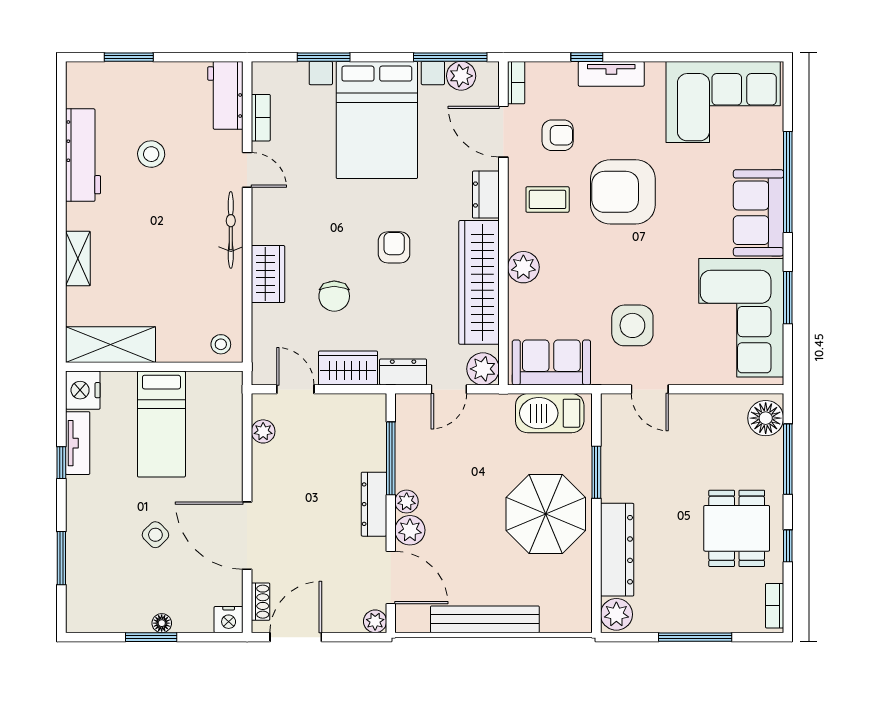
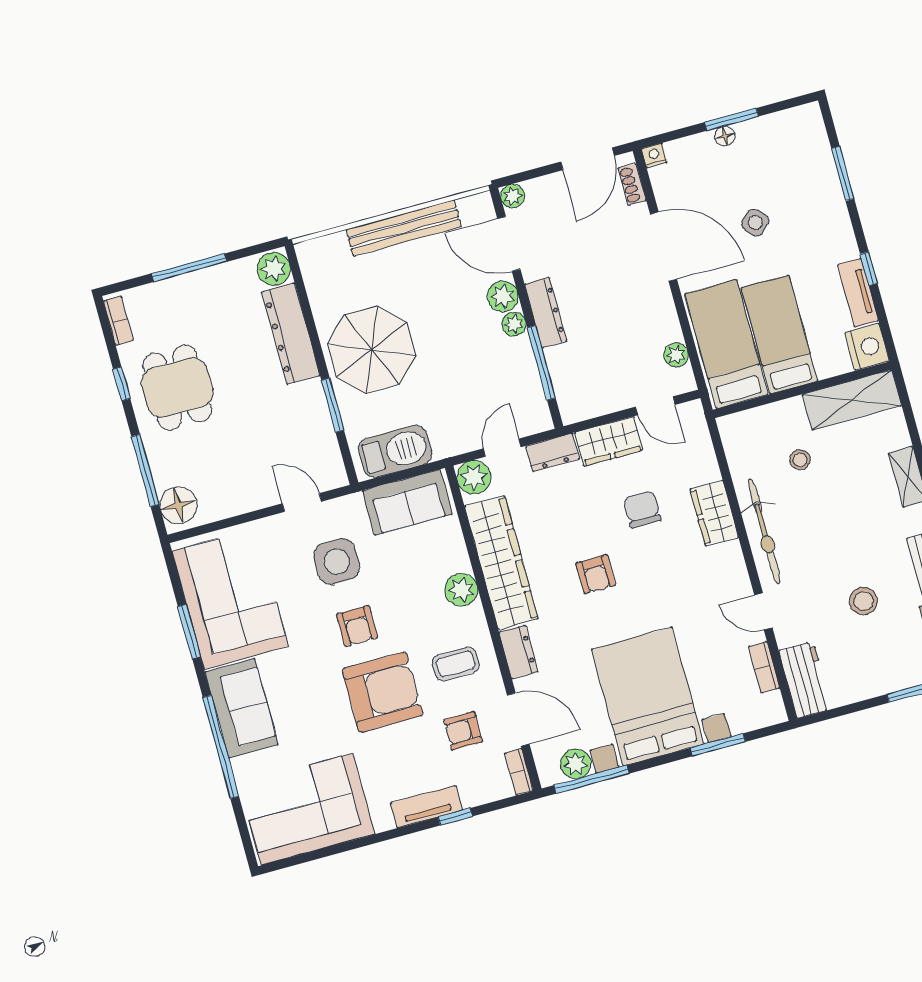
bicycle: (231, 230) -> (764, 532), width x1.37, depth x1.40
armchair: (630, 260) -> (357, 626), added
stool: (221, 344) -> (800, 460), moved
bed: (214, 429) -> (726, 344), added
nightstand: (229, 620) -> (654, 155), width x0.72, depth x0.74

